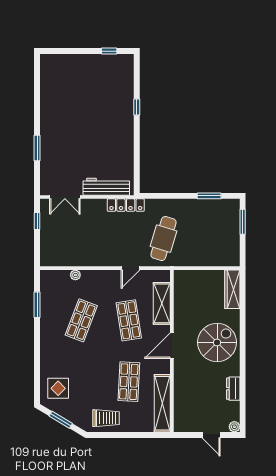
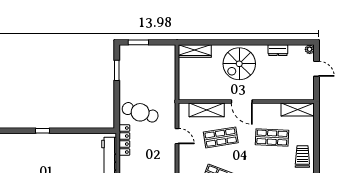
cafe table: (164, 239) -> (140, 112), moved
spiral stairs: (217, 342) -> (239, 64), turned -90
shelving: (162, 403) -> (298, 109), width x0.68
door: (211, 435) -> (317, 69), hinge flipped

